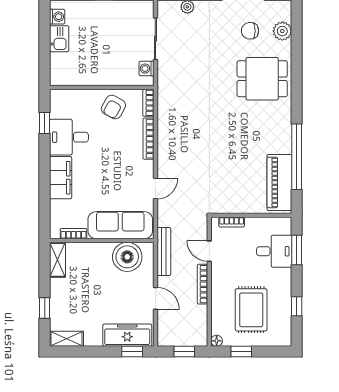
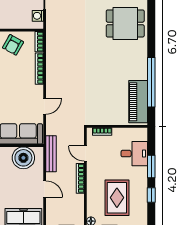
window: (297, 250) -> (151, 167), moved

